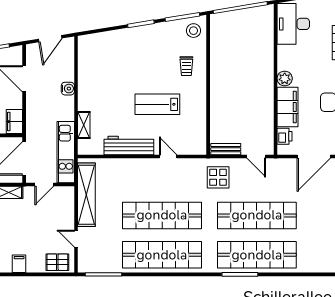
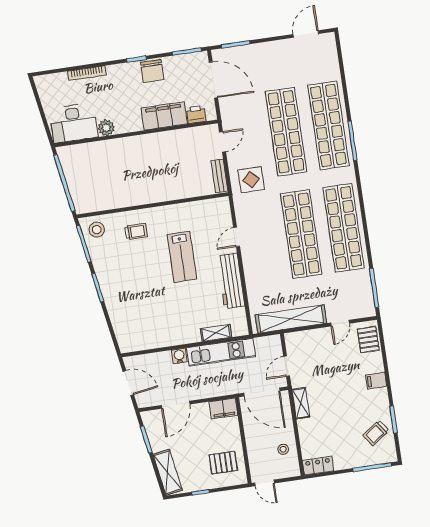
plant: (285, 78) -> (106, 128), moved
kitchen unit: (66, 152) -> (221, 352), moved
door: (44, 185) -> (287, 366), swing flipped

